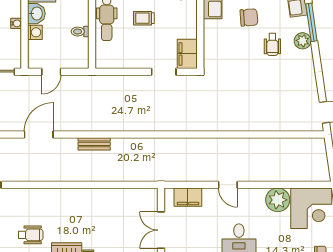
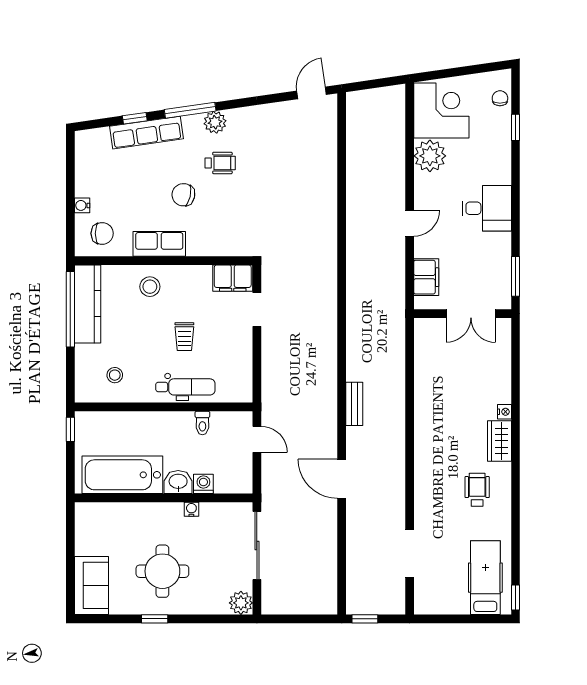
chair: (249, 17) -> (183, 195), turned -74
door: (51, 72) -> (257, 439), moved

